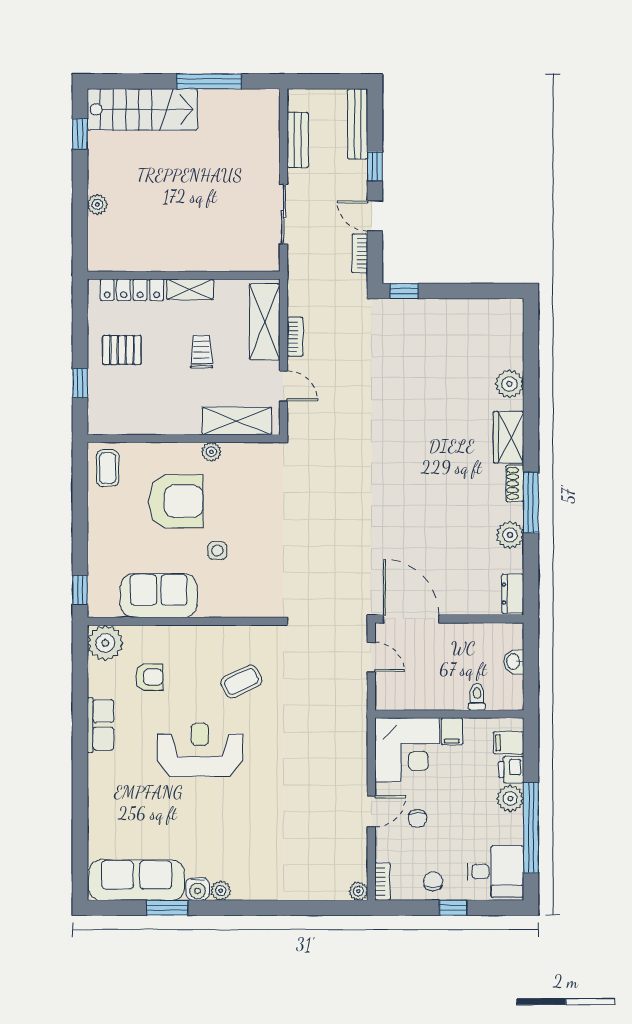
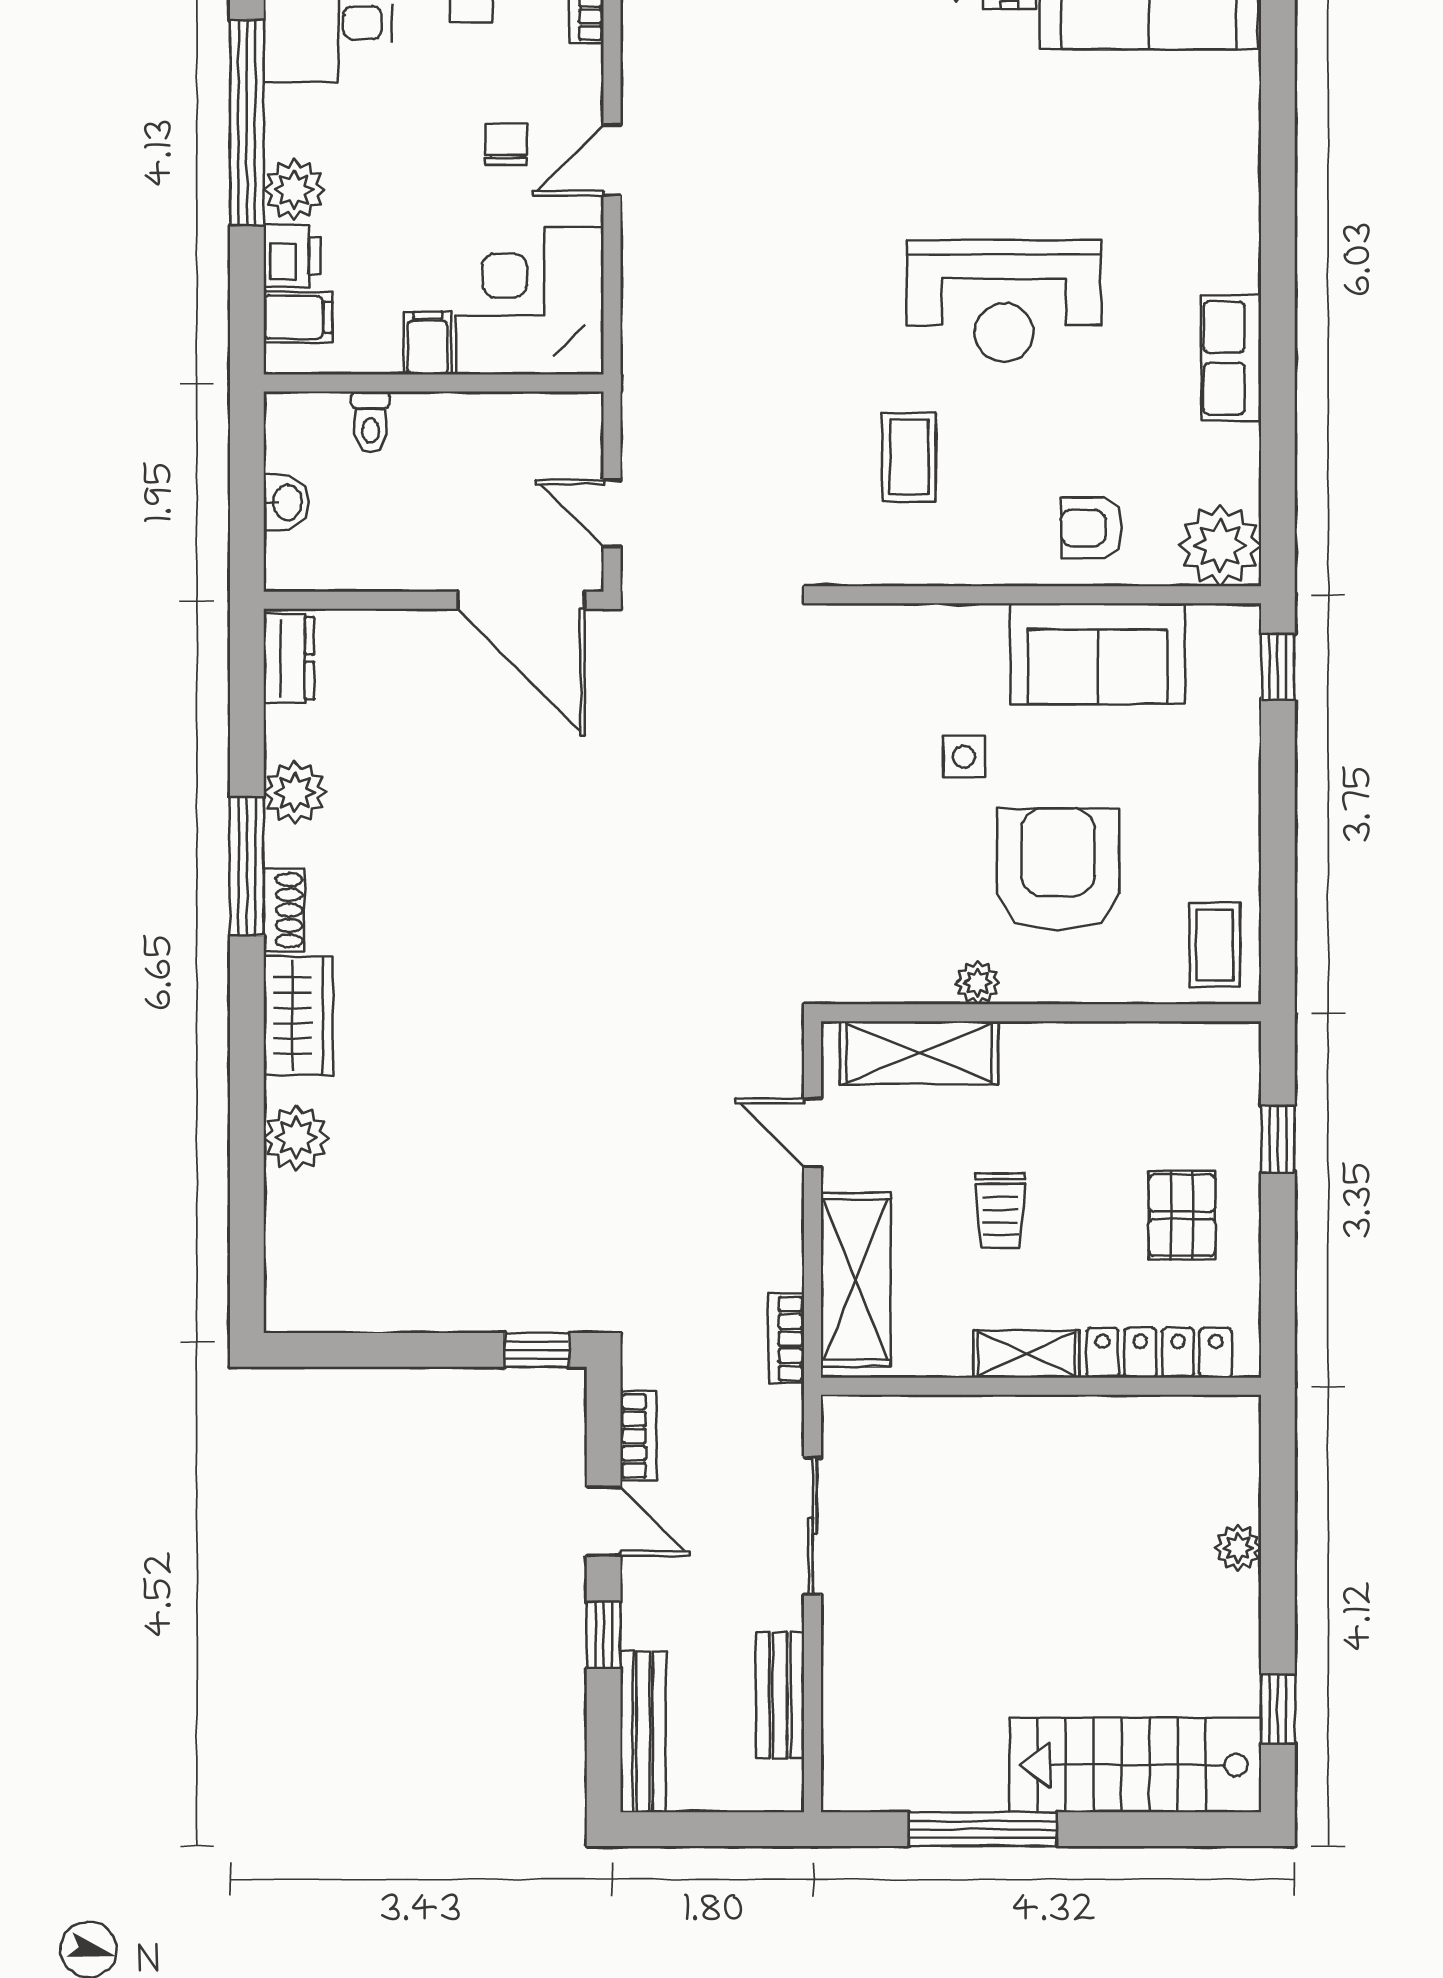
bookcase: (295, 337) -> (786, 1339), moved
pallet: (122, 350) -> (1182, 1215), turned 90
armchair: (176, 501) -> (1058, 869), turned 90
armchair: (149, 677) -> (1092, 528), moved
coffee table: (241, 682) -> (909, 457), turned -65

